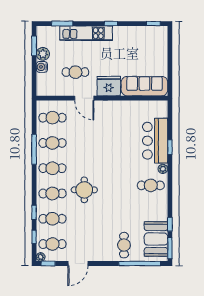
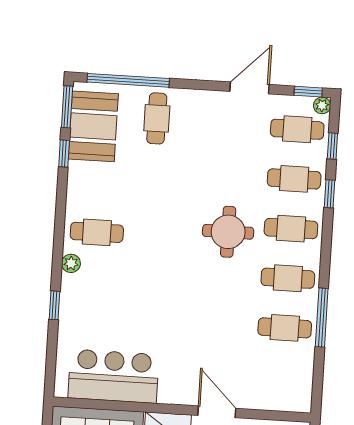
cafe table: (52, 118) -> (282, 378), removed
bar counter: (155, 141) -> (113, 376), moved, turned -90

